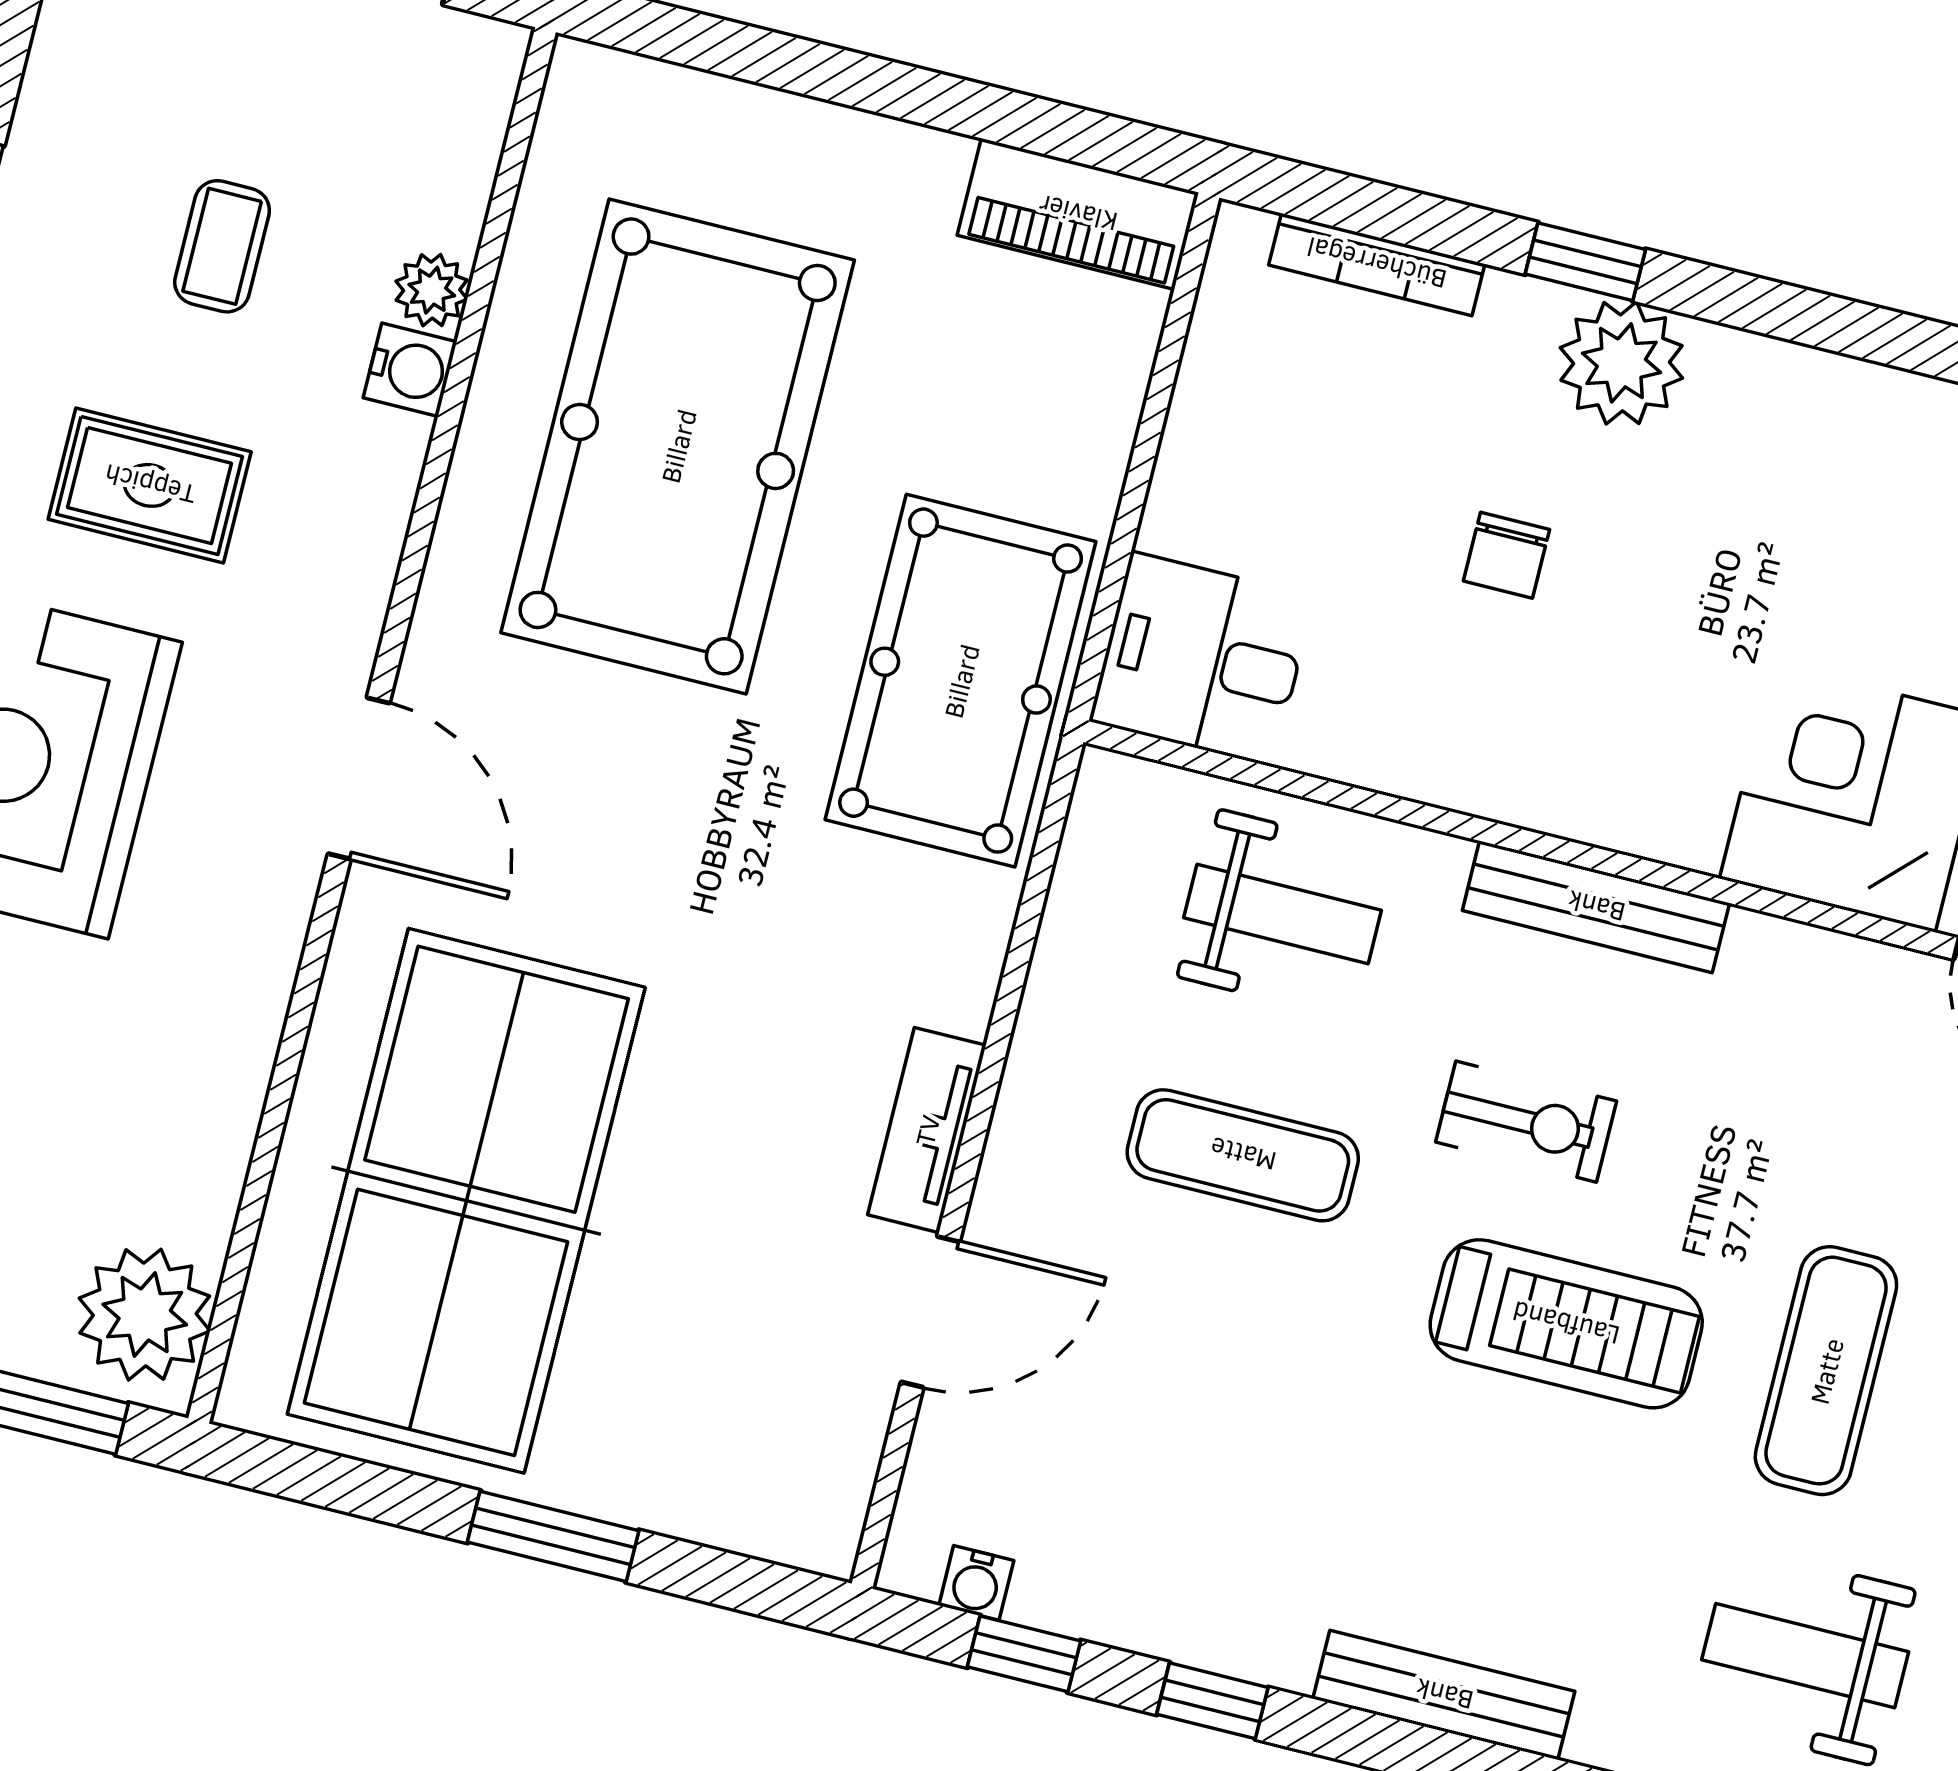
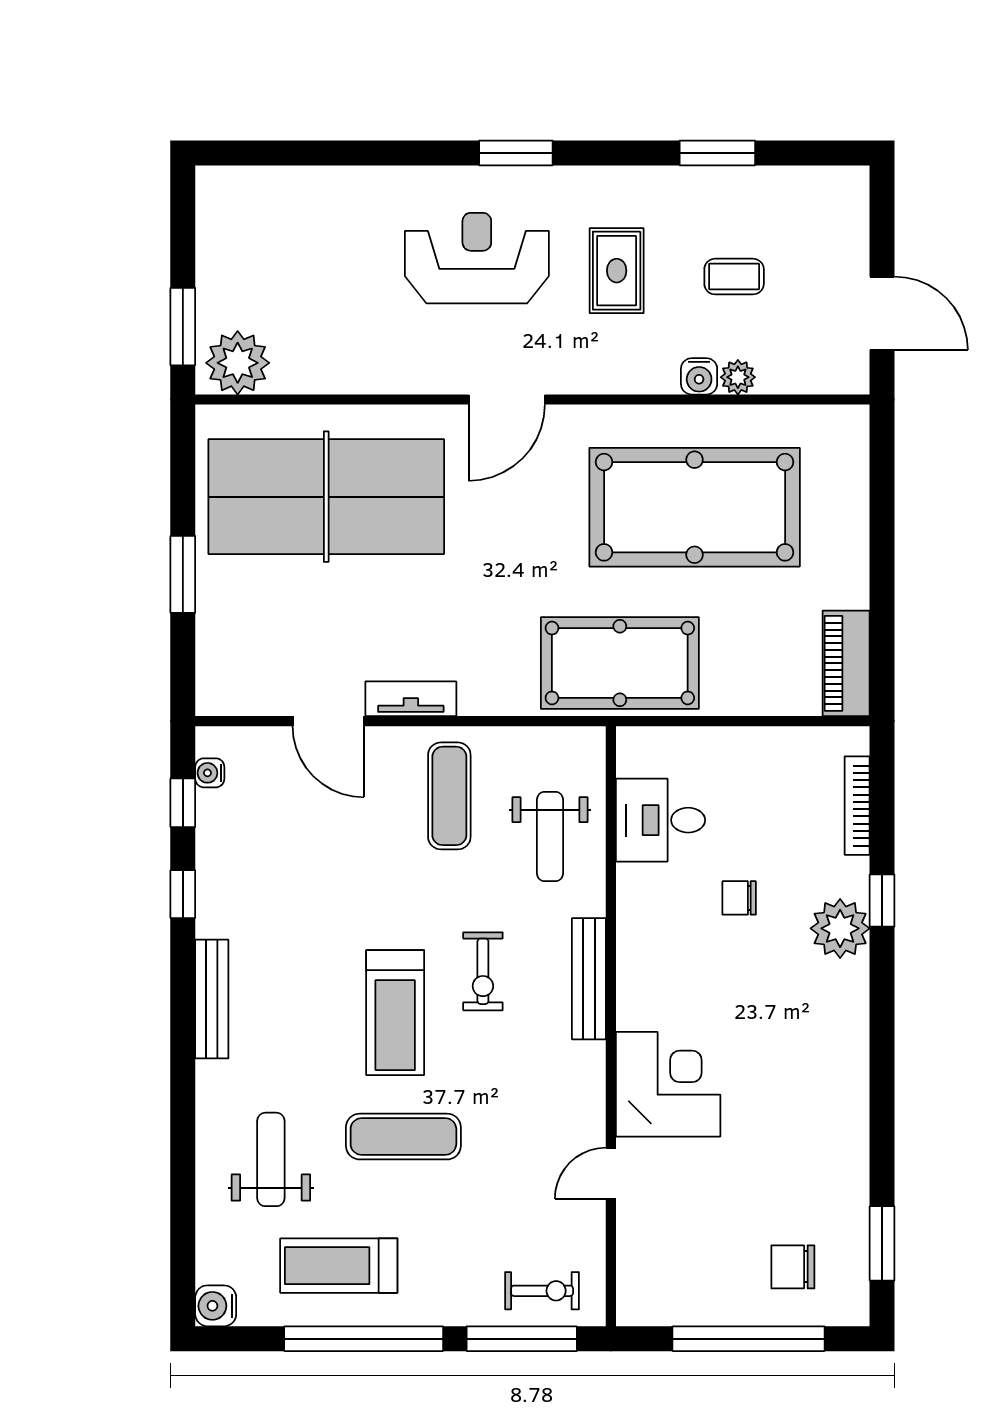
desk: (1202, 659) -> (660, 820), moved, turned -90
exercise mat: (1243, 1155) -> (449, 796), moved

